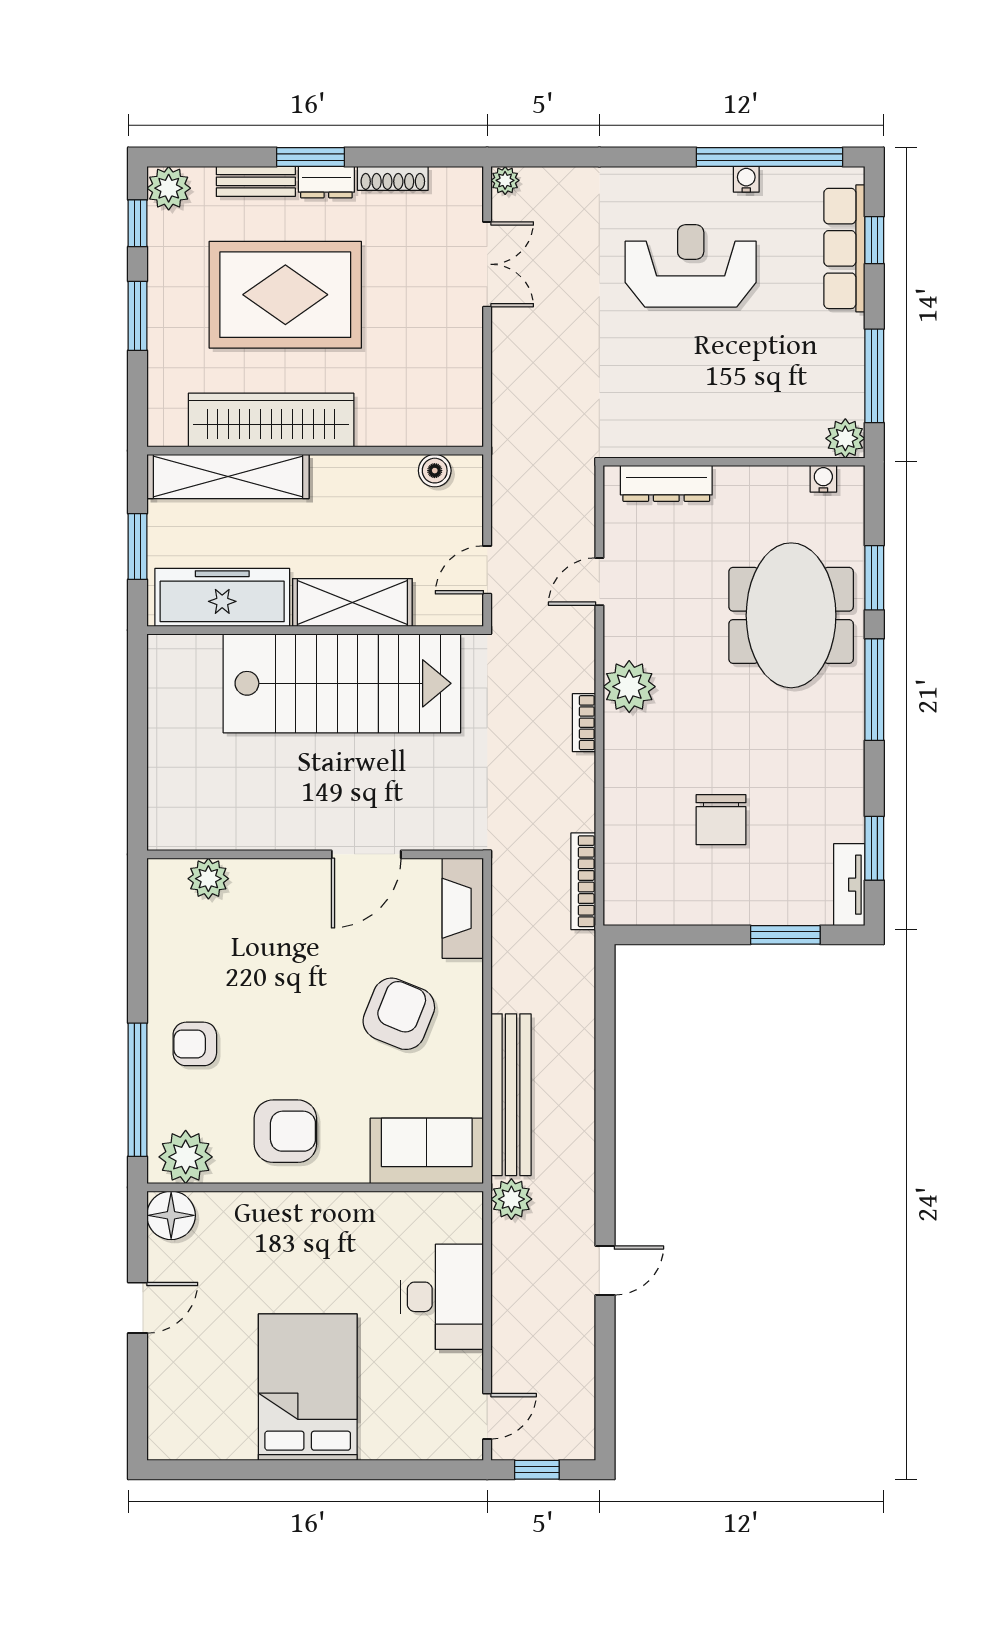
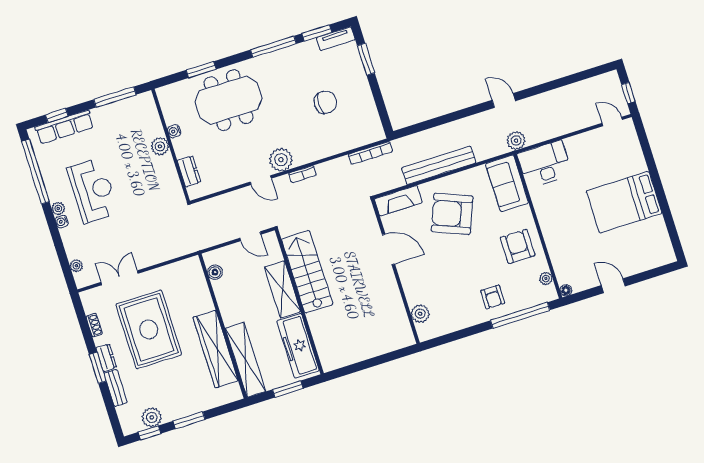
shoe rack: (393, 178) -> (94, 325), width x0.70
water cooler: (746, 179) -> (62, 222), moved
plant: (505, 180) -> (76, 266), moved
plant: (676, 181) -> (58, 208), added
plant: (169, 188) -> (152, 417), moved
reception desk: (691, 266) -> (93, 190), turned 180
rug: (285, 295) -> (149, 329), moved
plant: (845, 438) -> (160, 146), moved
water cooler: (823, 479) -> (174, 131), moved
dresser: (666, 483) -> (189, 171), width x0.70
door: (599, 582) -> (261, 180), moved
stairs: (342, 683) -> (307, 272), width x0.73, depth x0.66
window: (874, 690) -> (273, 47), moved
armchair: (399, 1014) -> (452, 214), width x1.36, depth x1.36
bench: (511, 1095) -> (439, 165), moved
plant: (186, 1157) -> (546, 279), width x0.53, depth x0.53
floor lamp: (171, 1215) -> (566, 290), width x0.53, depth x0.53
door: (605, 1270) -> (504, 100), moved
desk: (442, 1297) -> (545, 164), moved

